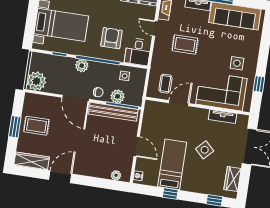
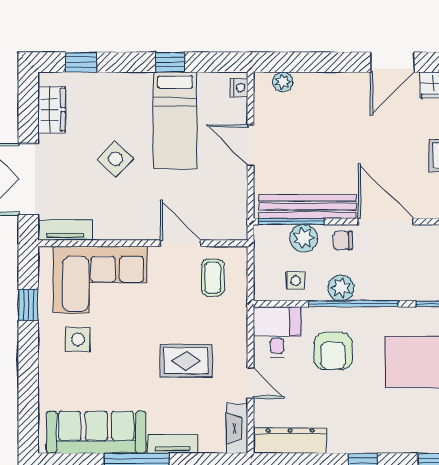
plant: (82, 66) -> (341, 288), moved
door: (179, 103) -> (181, 243), swing flipped
tv unit: (223, 117) -> (65, 230), moved

